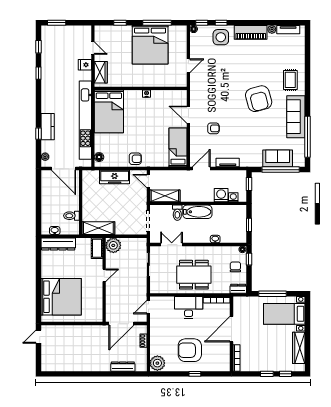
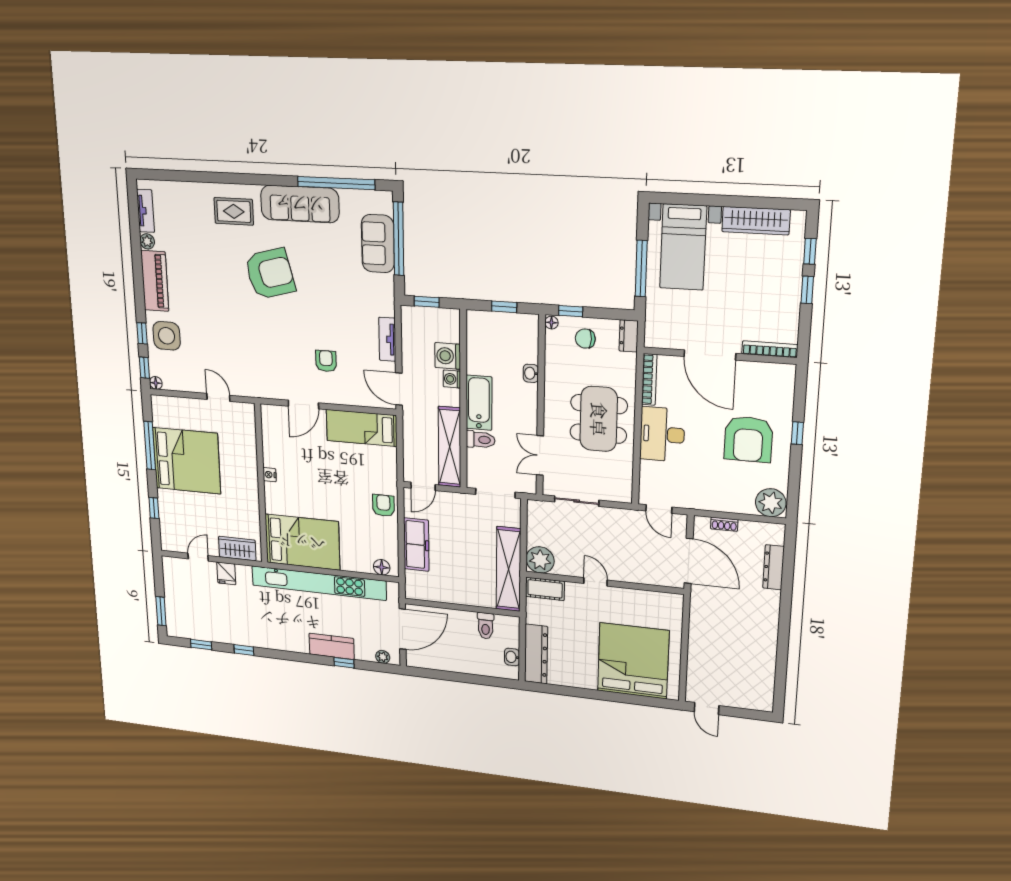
shelving: (165, 196) -> (450, 447), width x1.47
washing machine: (233, 197) -> (452, 379), moved
shelving: (98, 228) -> (508, 569), width x1.47

